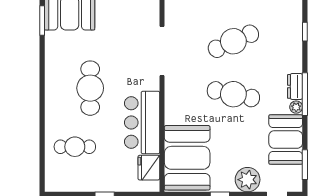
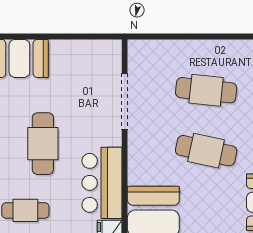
cafe table: (233, 41) -> (206, 90), turned 30

